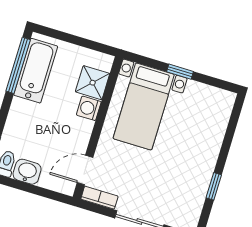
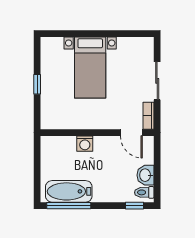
shower: (93, 83) -> (65, 147), removed
bed with nightstands: (144, 106) -> (90, 68), moved, turned 90
window: (214, 186) -> (115, 34), removed

